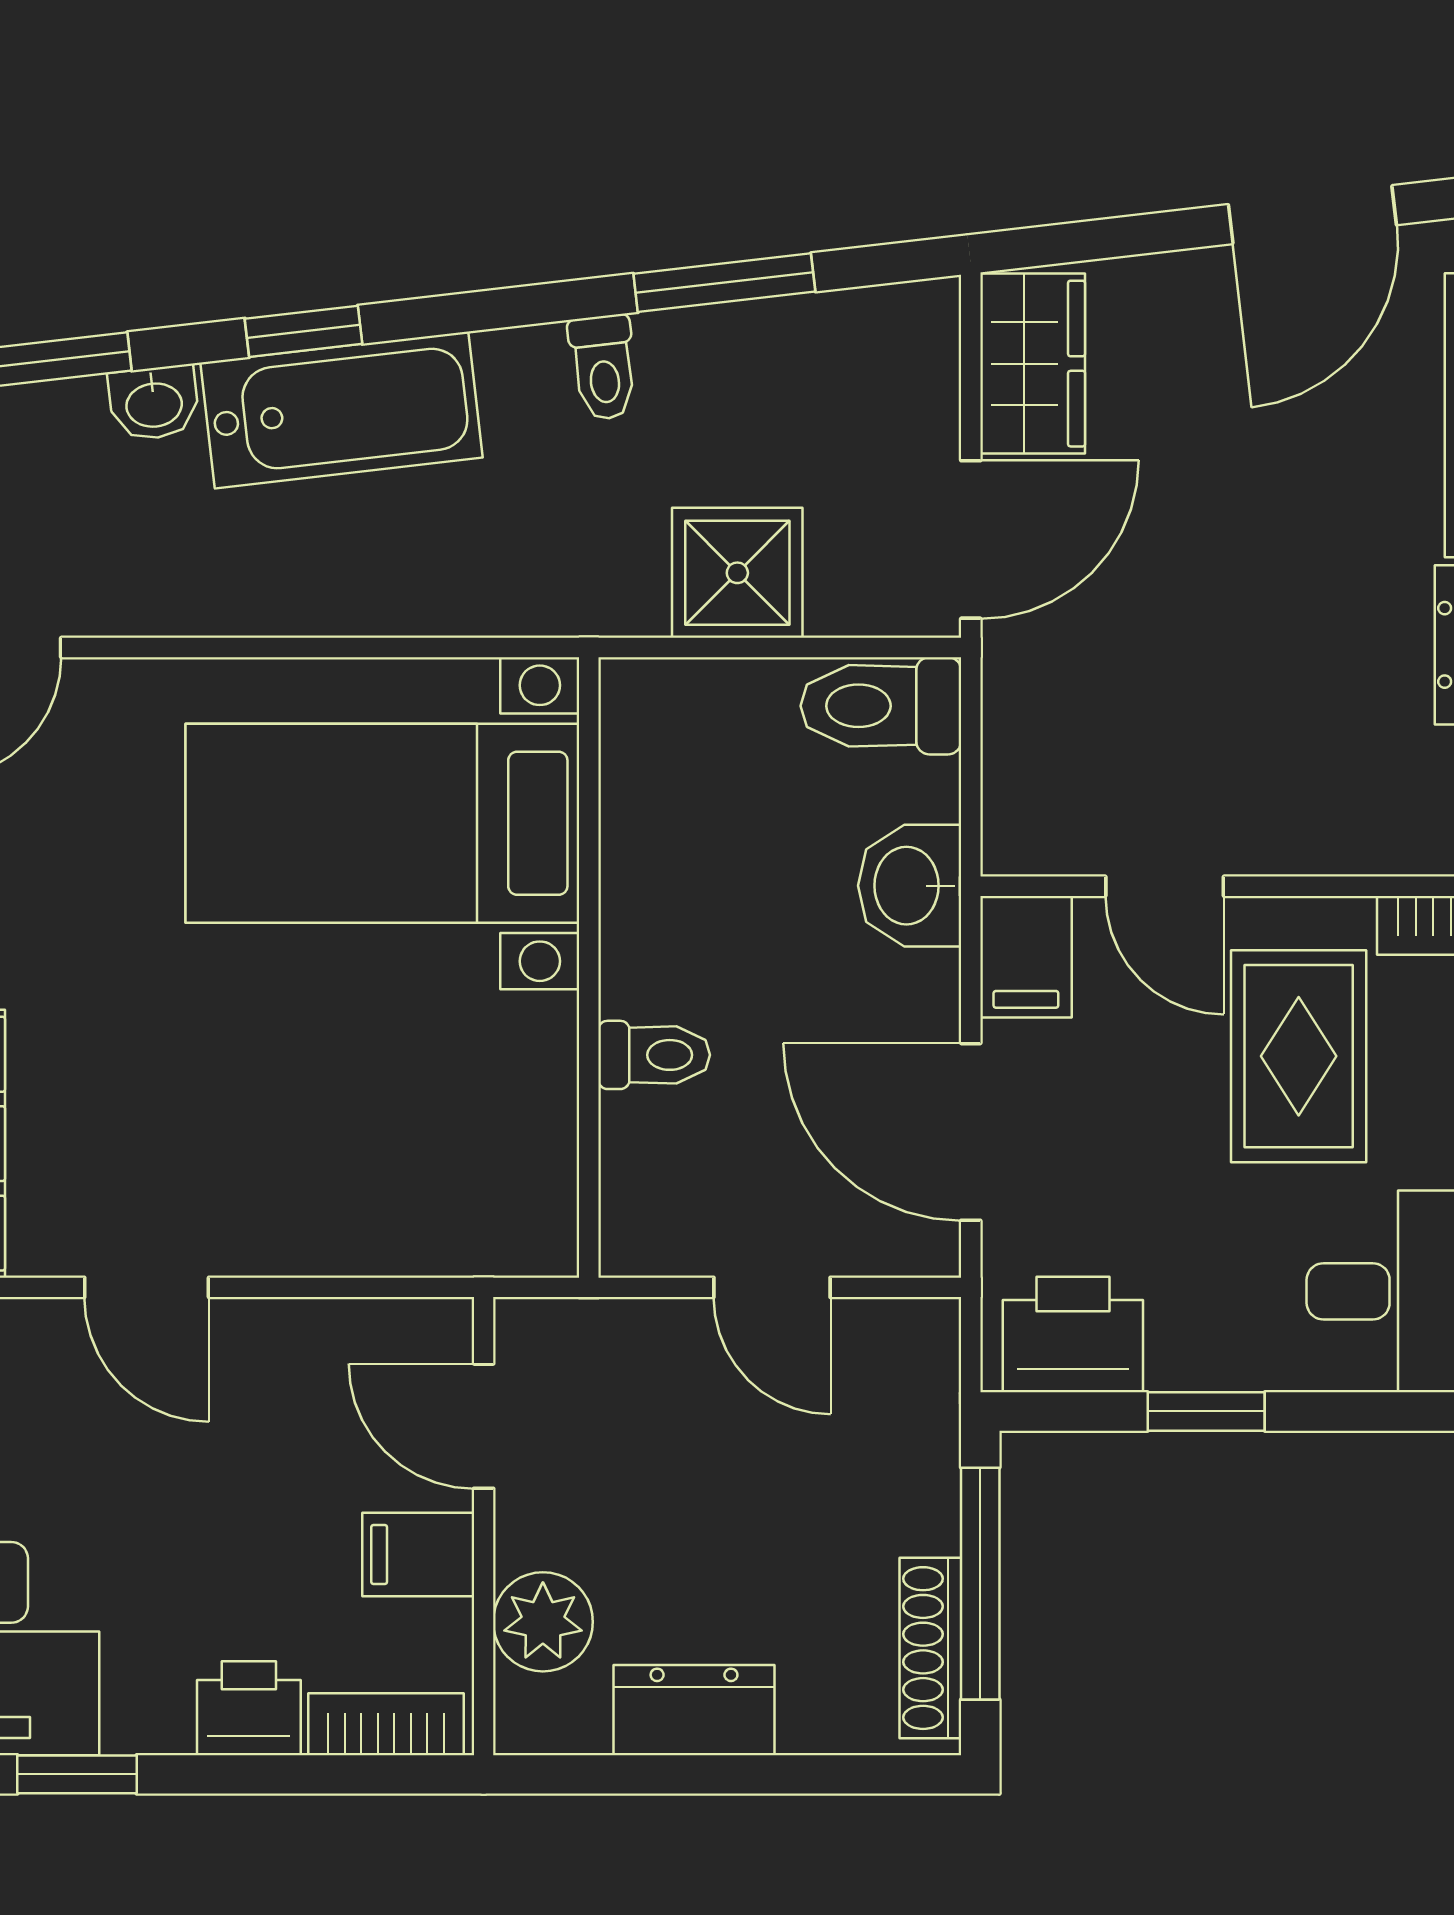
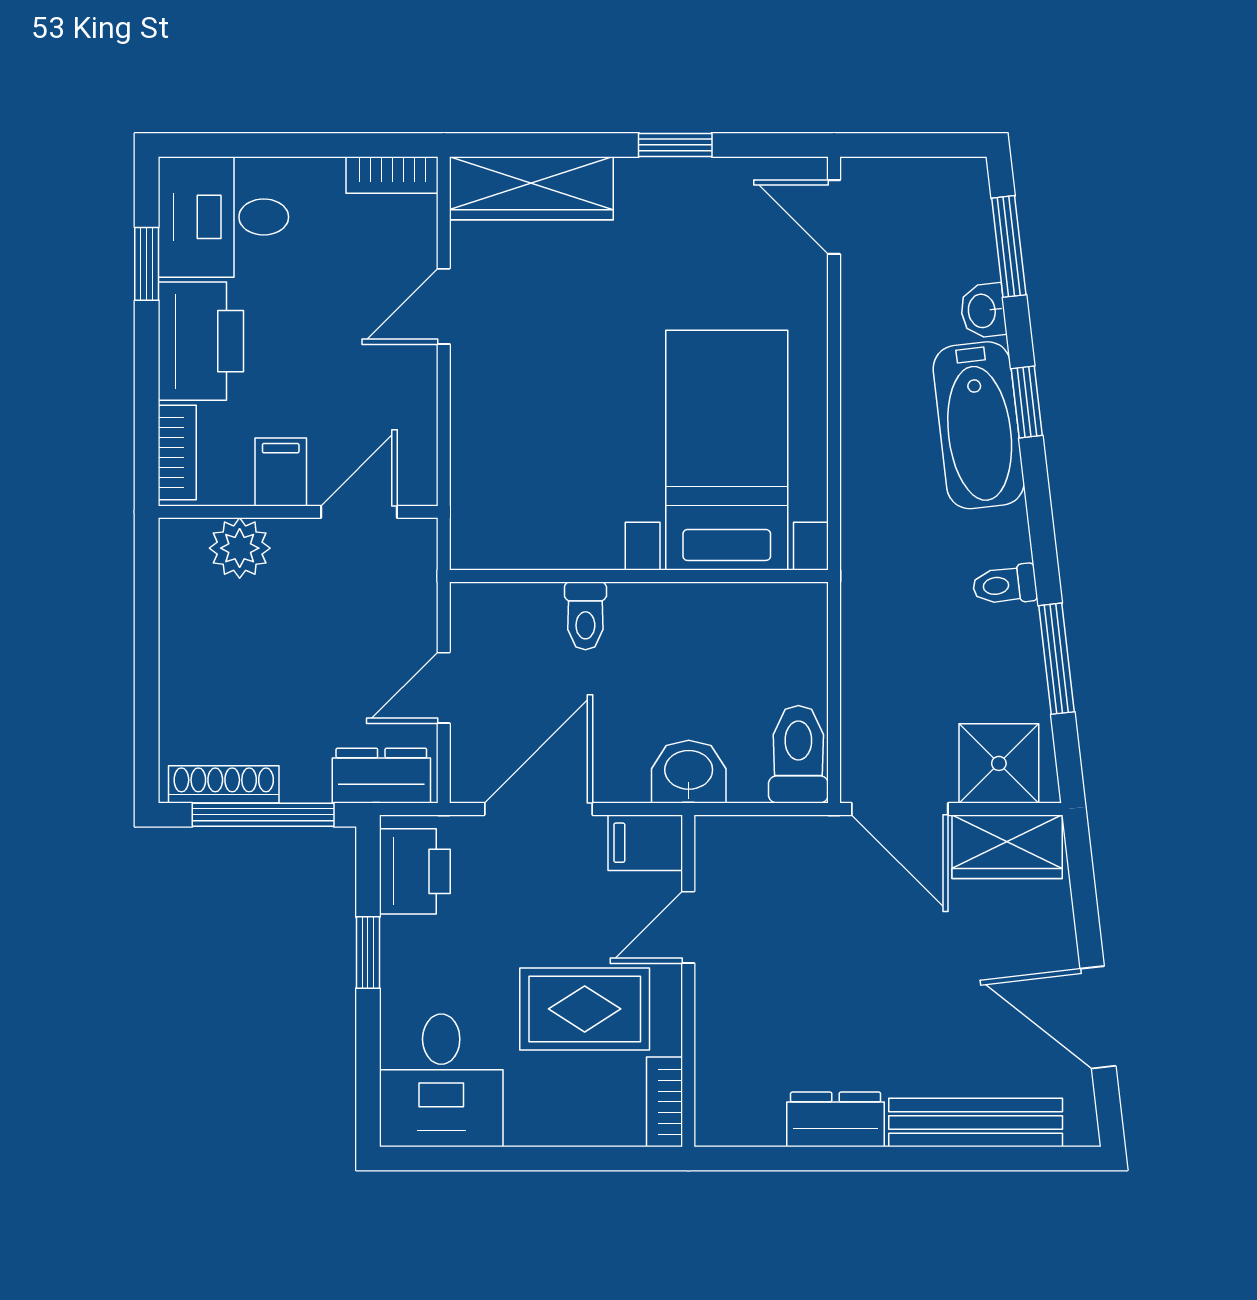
shower: (737, 573) -> (999, 763), moved
printer: (249, 1708) -> (201, 341), width x1.87, depth x1.48
dresser: (694, 1710) -> (381, 776), moved, turned -90

